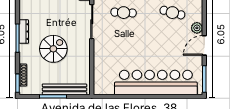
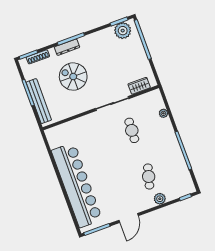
plant: (197, 28) -> (160, 199), moved
dresser: (24, 32) -> (67, 47), moved
door: (204, 45) -> (129, 218), swing flipped
spiral stairs: (53, 49) -> (73, 77), turned 180

